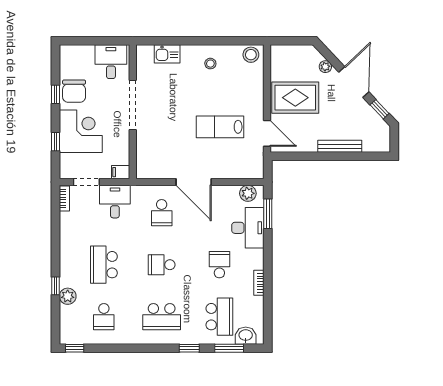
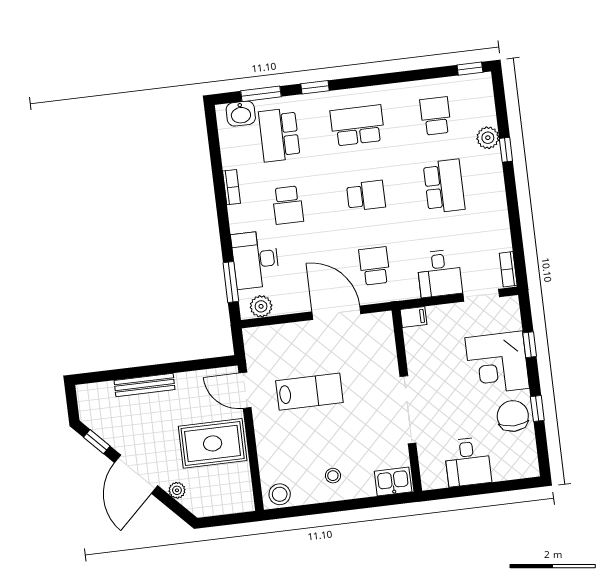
doorway: (133, 105) -> (408, 410), moved
wall: (133, 112) -> (407, 401), moved
filing cabinet: (121, 172) -> (413, 317), moved

